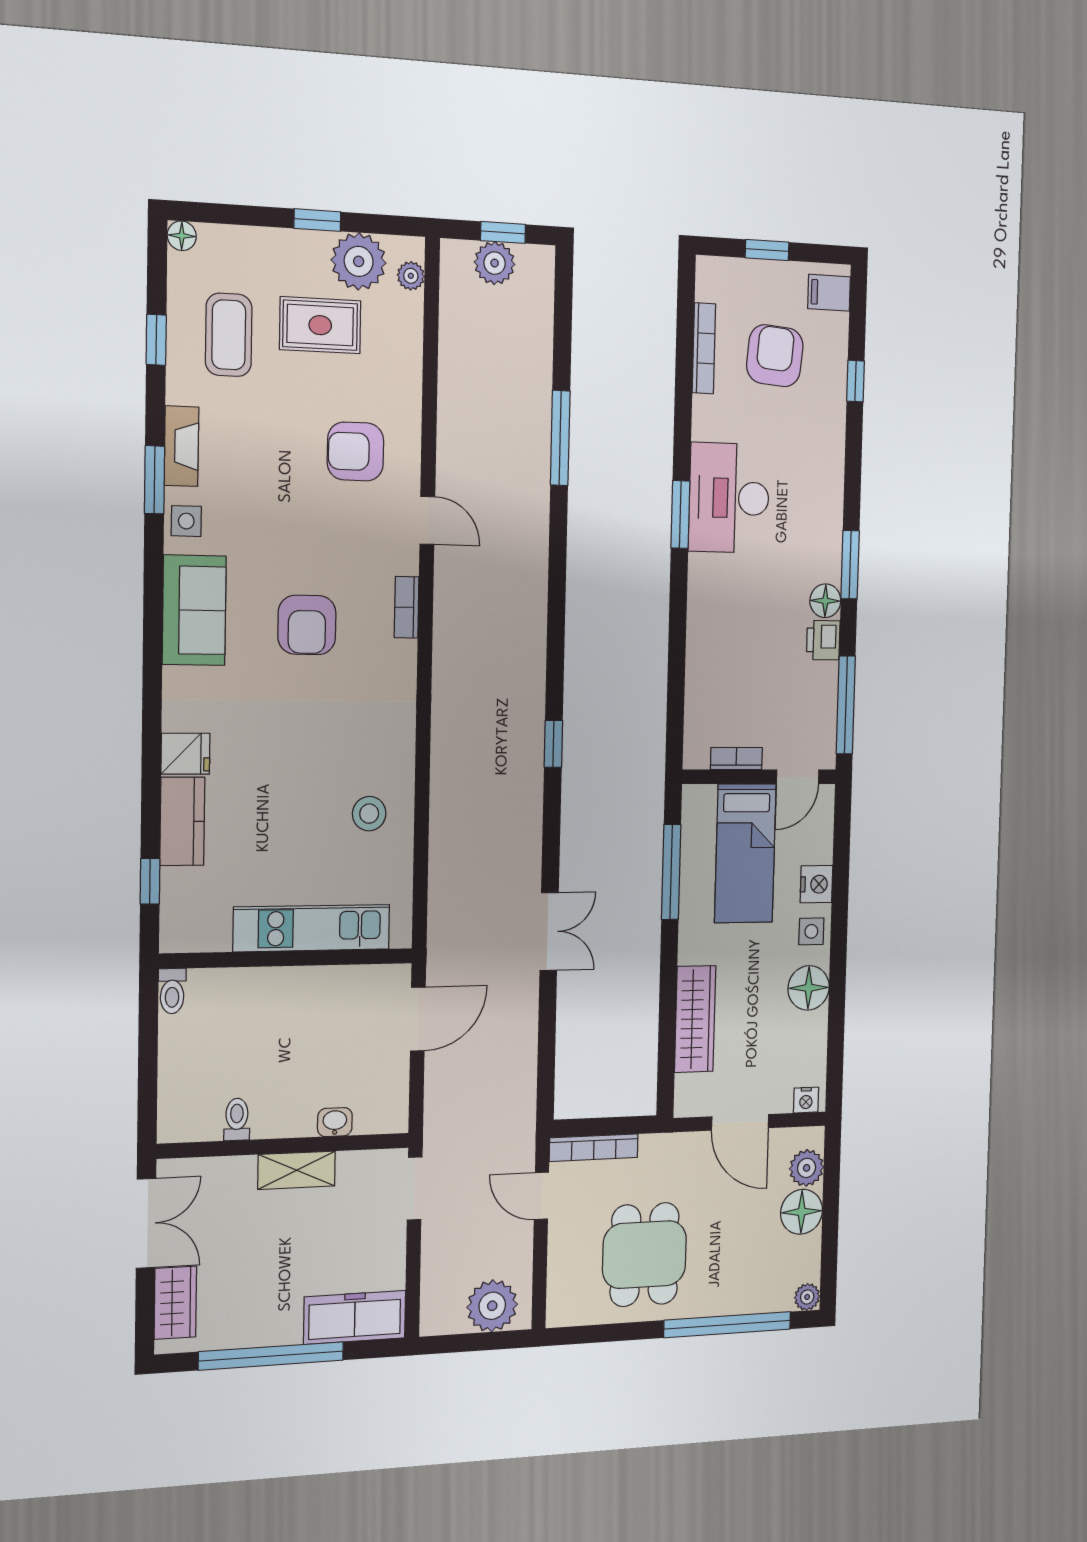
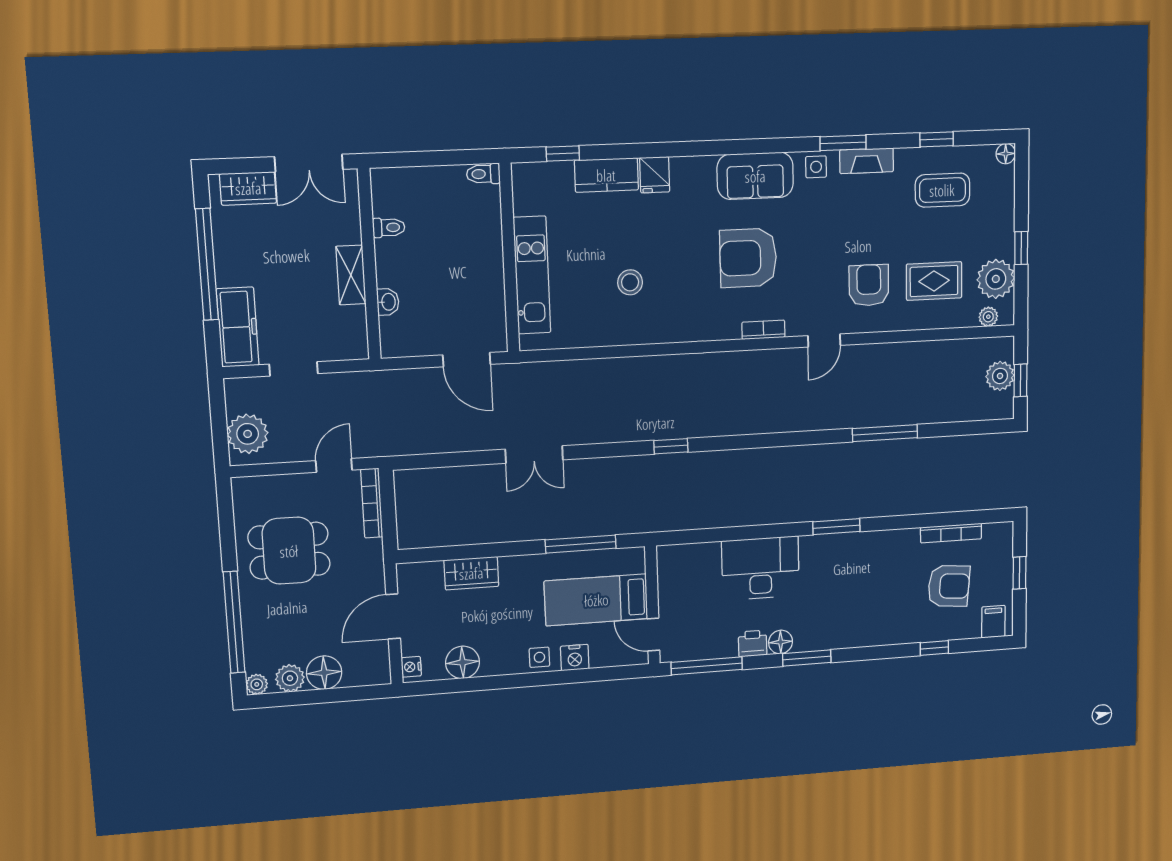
rug: (320, 325) -> (934, 281), moved, turned 90
desk: (729, 498) -> (760, 568), moved
armchair: (307, 625) -> (748, 258), width x1.36, depth x1.36
bookcase: (736, 759) -> (665, 586), removed
stool: (369, 814) -> (630, 282), moved
floor lamp: (809, 988) -> (463, 662), moved
wardrobe: (695, 1019) -> (471, 573), width x0.67
plant: (807, 1168) -> (290, 678), moved
doorway: (415, 1188) -> (294, 369), moved

